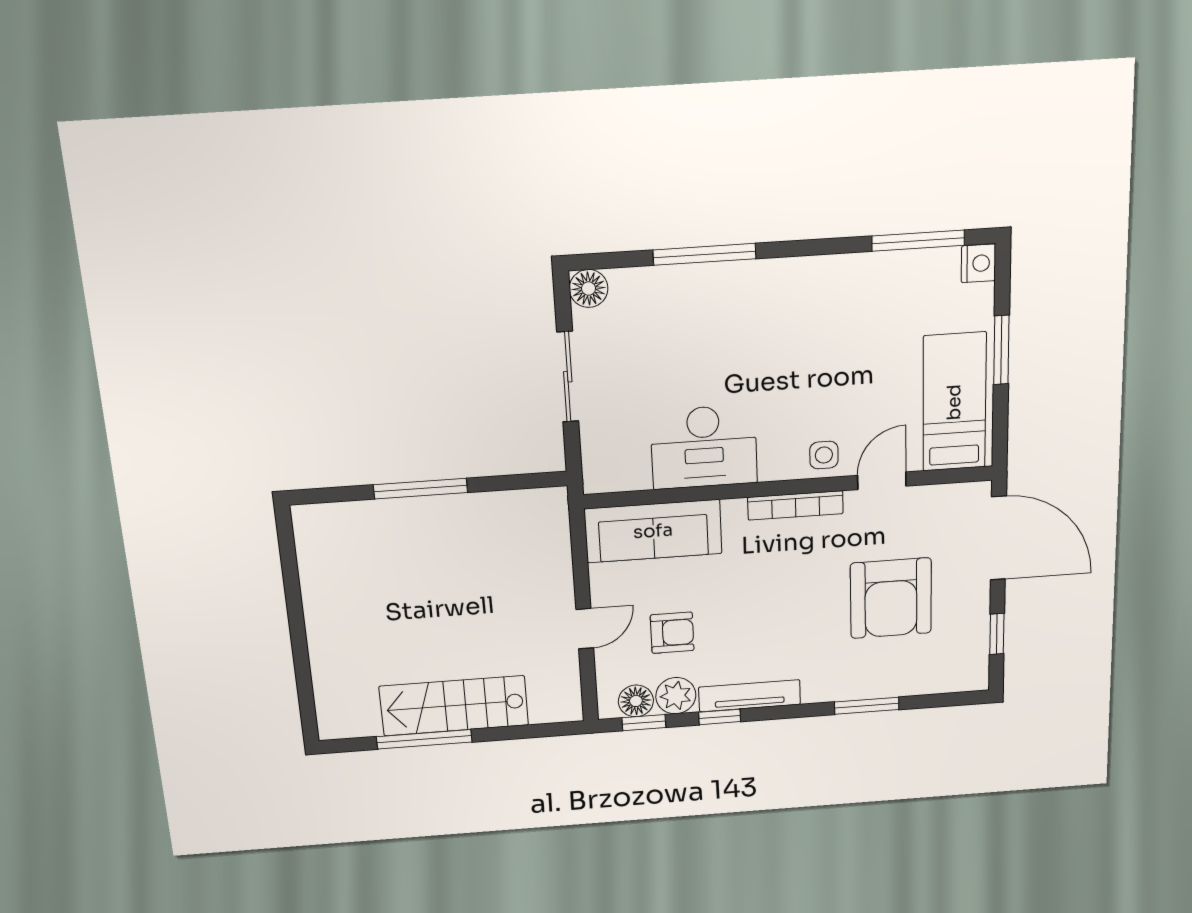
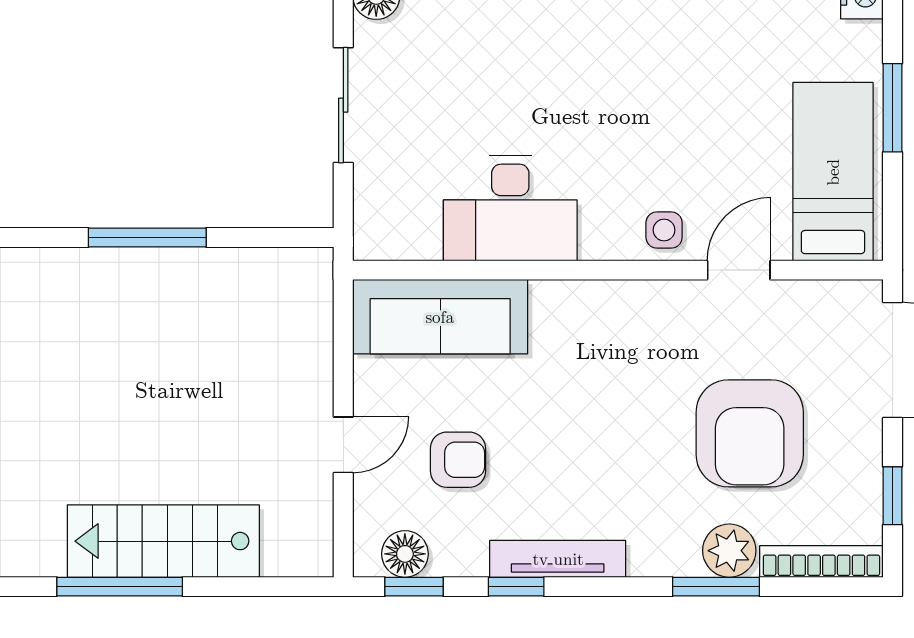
bookcase: (795, 505) -> (821, 561), moved, turned 180
plant: (676, 696) -> (729, 551), moved

